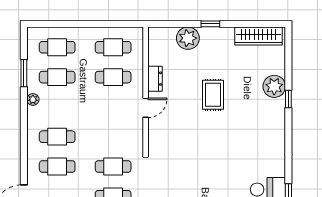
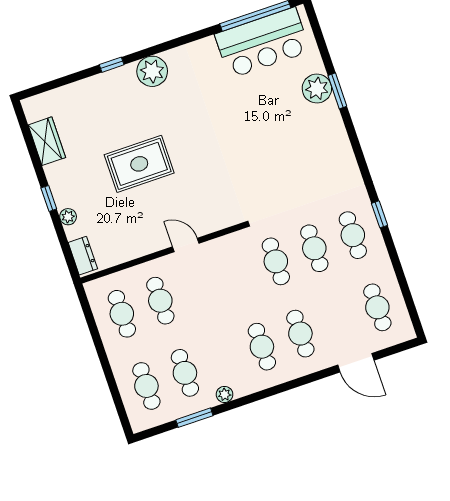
wardrobe: (259, 36) -> (47, 141), width x0.67
plant: (188, 38) -> (68, 217), width x0.53, depth x0.53
dresser: (155, 79) -> (83, 256), moved, turned 90
plant: (274, 86) -> (152, 71), moved
rug: (213, 95) -> (139, 164), width x1.36, depth x1.43

